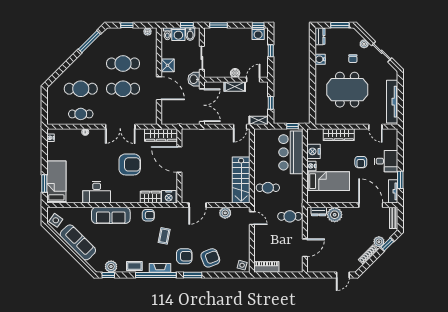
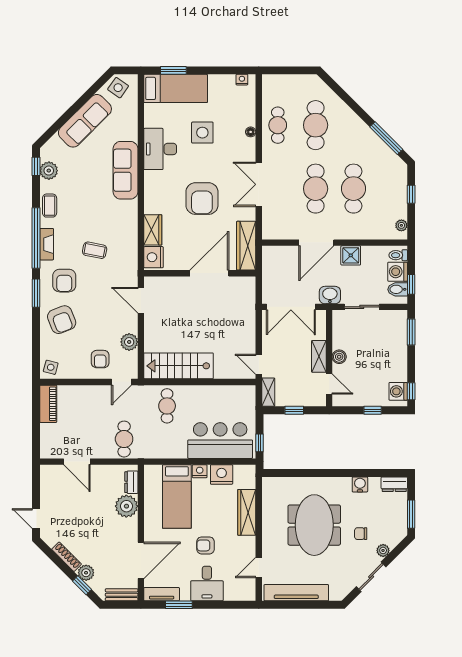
side table: (86, 164) -> (202, 133), added
armchair: (148, 215) -> (100, 359), moved

